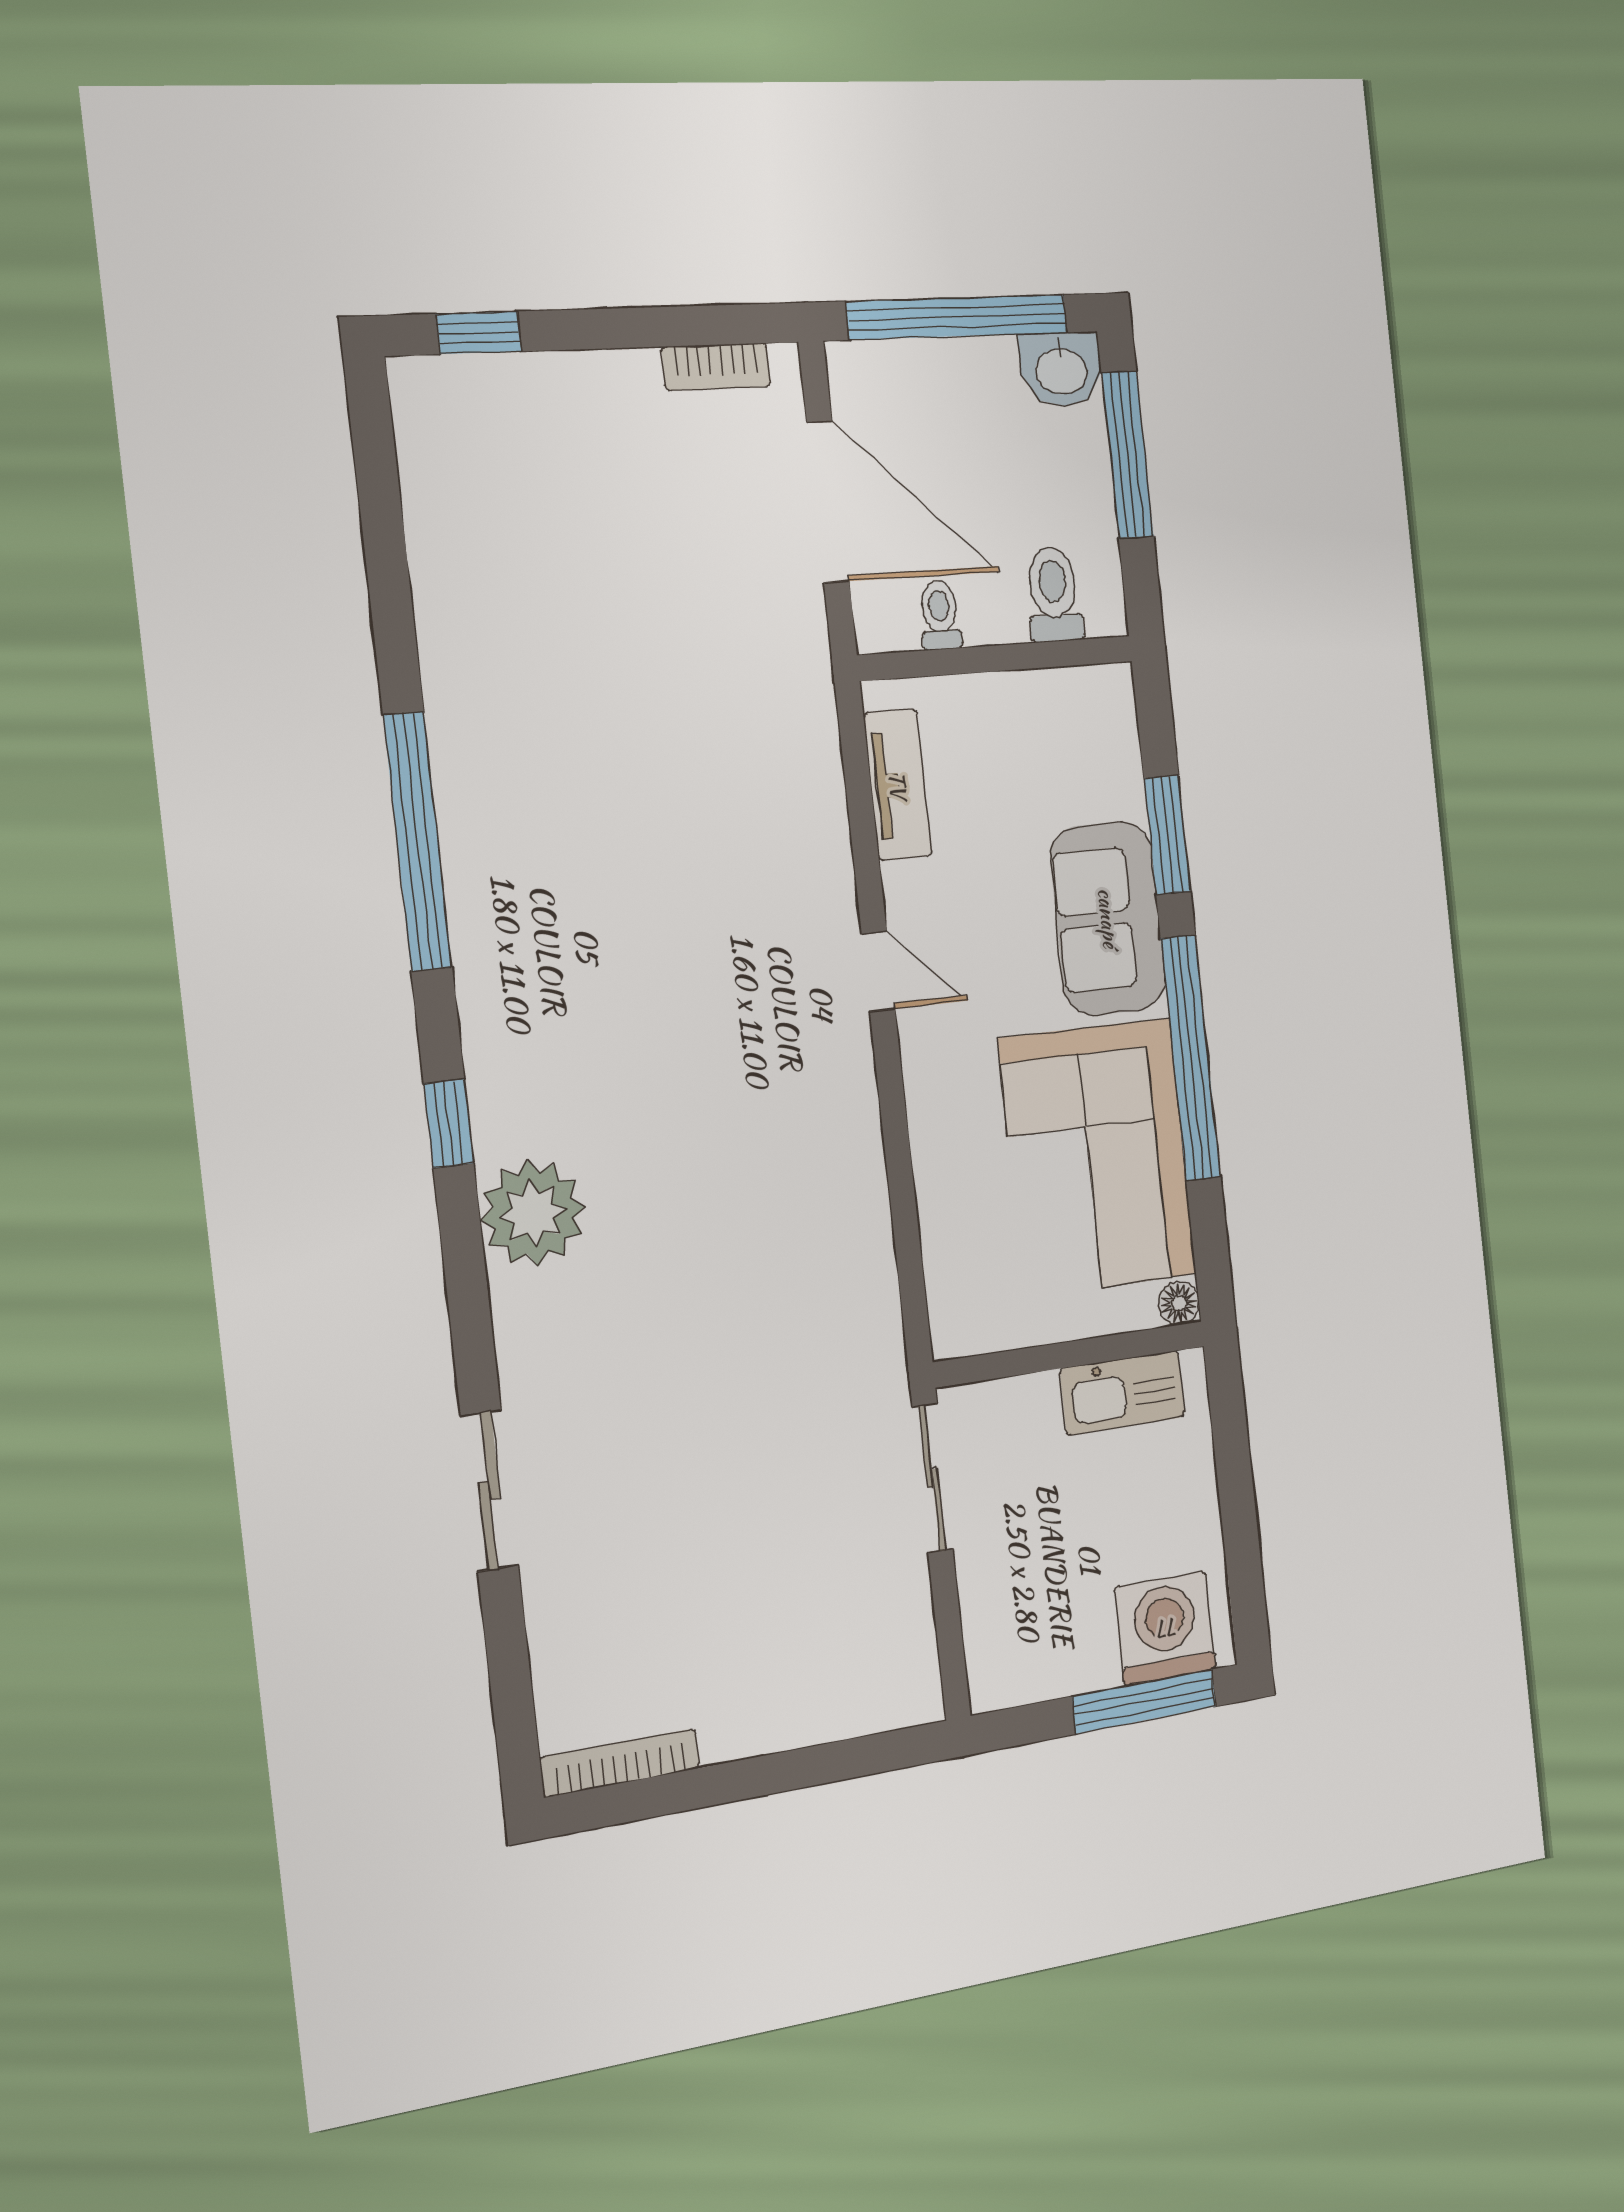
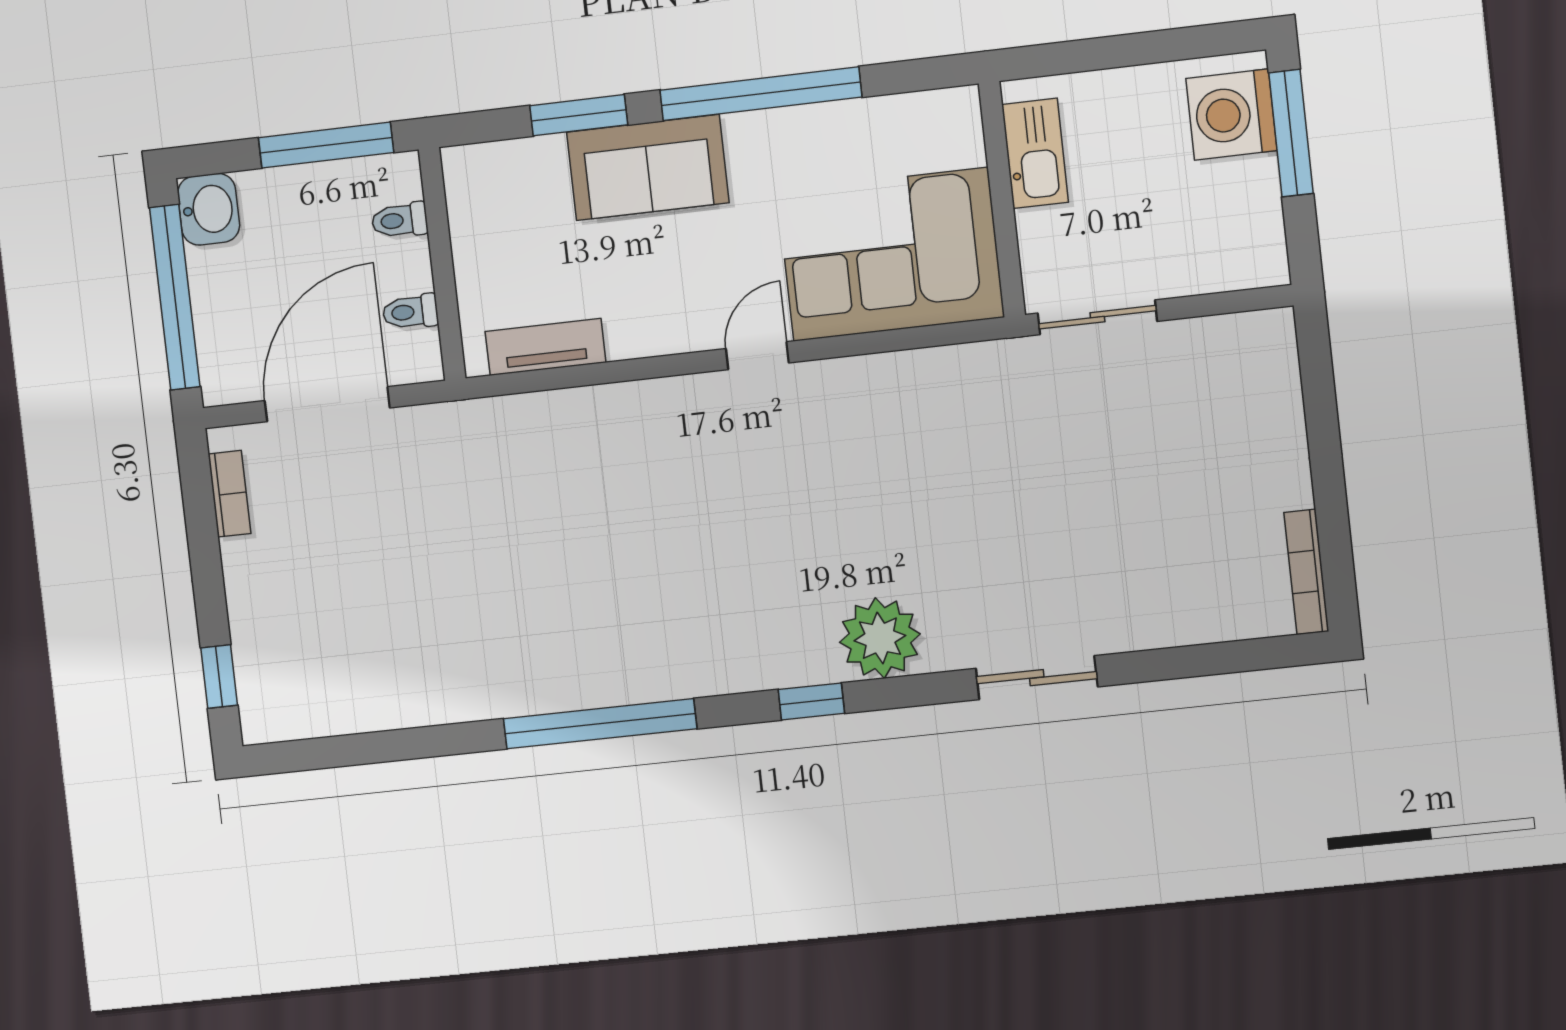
window: (1128, 455) -> (326, 145), moved
toilet: (1054, 594) -> (400, 220), width x0.73, depth x0.72
door: (878, 971) -> (757, 356), moved
corner sofa: (1098, 1157) -> (891, 254), moved, turned 180
floor lamp: (1179, 1303) -> (963, 103), removed
sliding door: (489, 1490) -> (1037, 678), moved

